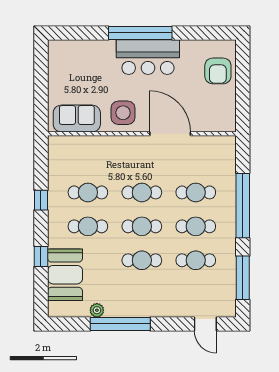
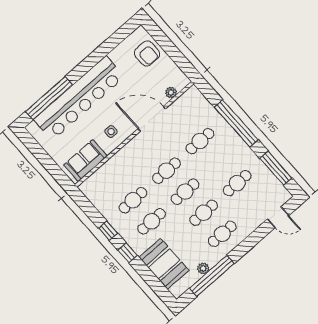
window: (140, 33) -> (49, 98), moved
bar counter: (148, 57) -> (79, 98), width x1.86
side table: (123, 113) -> (111, 132), width x0.54, depth x0.54
plant: (208, 125) -> (171, 92), added
cafe table: (196, 226) -> (222, 234), moved
window: (41, 256) -> (128, 253), moved
window: (120, 324) -> (212, 276), moved

